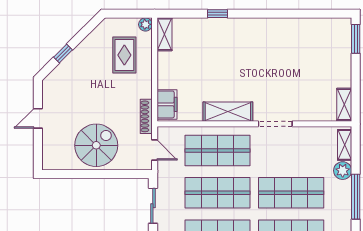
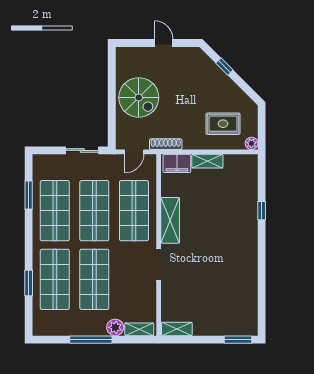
shelving: (164, 34) -> (207, 161), moved

